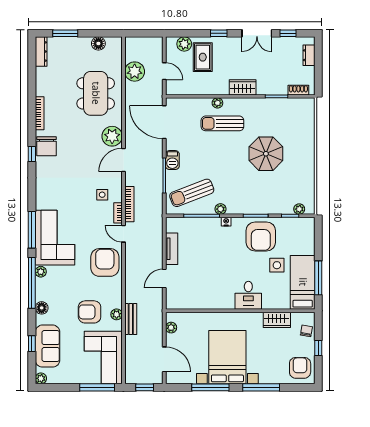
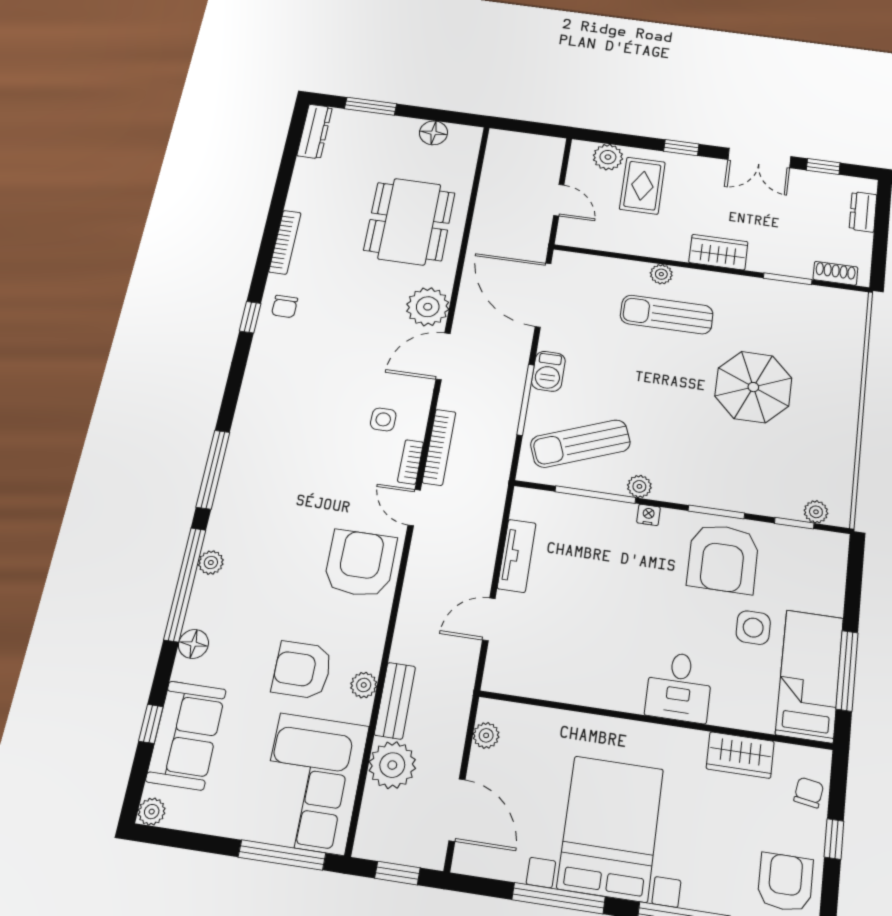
plant: (135, 72) -> (392, 765), moved
chair: (46, 146) -> (285, 307), width x0.54, depth x0.54
corner sofa: (55, 238) -> (260, 494), removed

